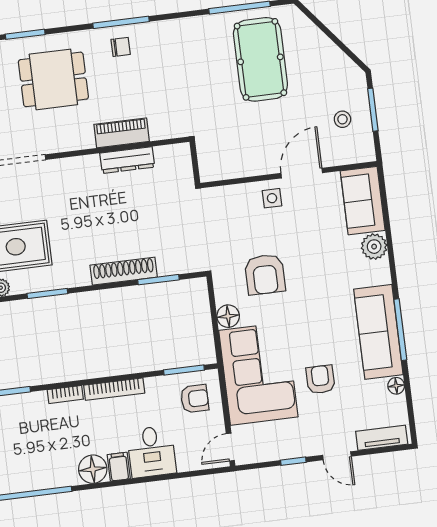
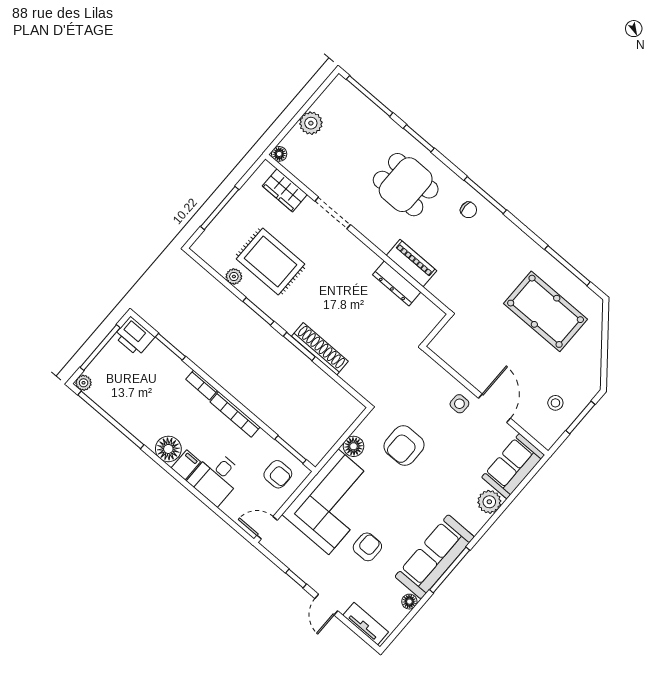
pool table: (260, 59) -> (546, 311), turned 90
door: (302, 173) -> (494, 408), hinge flipped
window: (158, 280) -> (299, 346), moved

